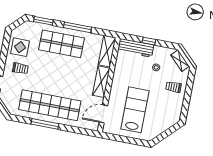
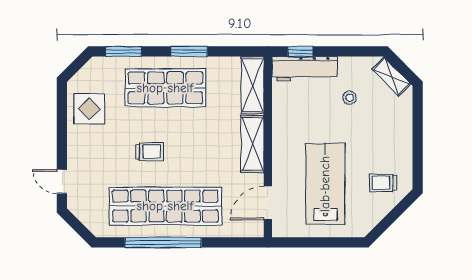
window: (77, 27) -> (189, 51), width x0.69
window: (149, 41) -> (300, 51), moved
trolley: (20, 68) -> (150, 152), moved
trolley: (173, 87) -> (383, 183), moved
window: (45, 124) -> (163, 242), width x1.46

